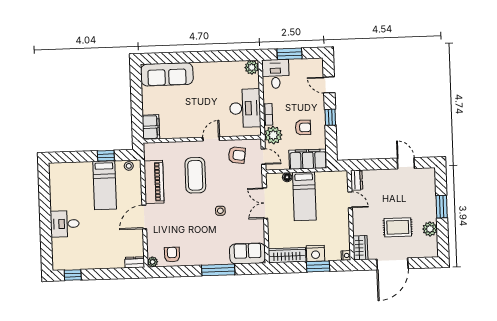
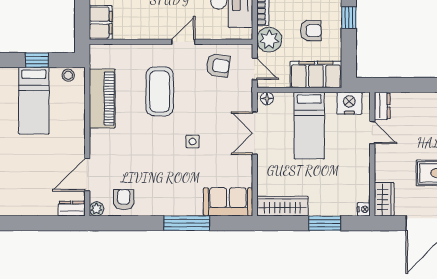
floor lamp: (287, 177) -> (267, 98), moved
door: (144, 217) -> (87, 175), moved
nightstand: (316, 253) -> (349, 103), moved, turned 180

